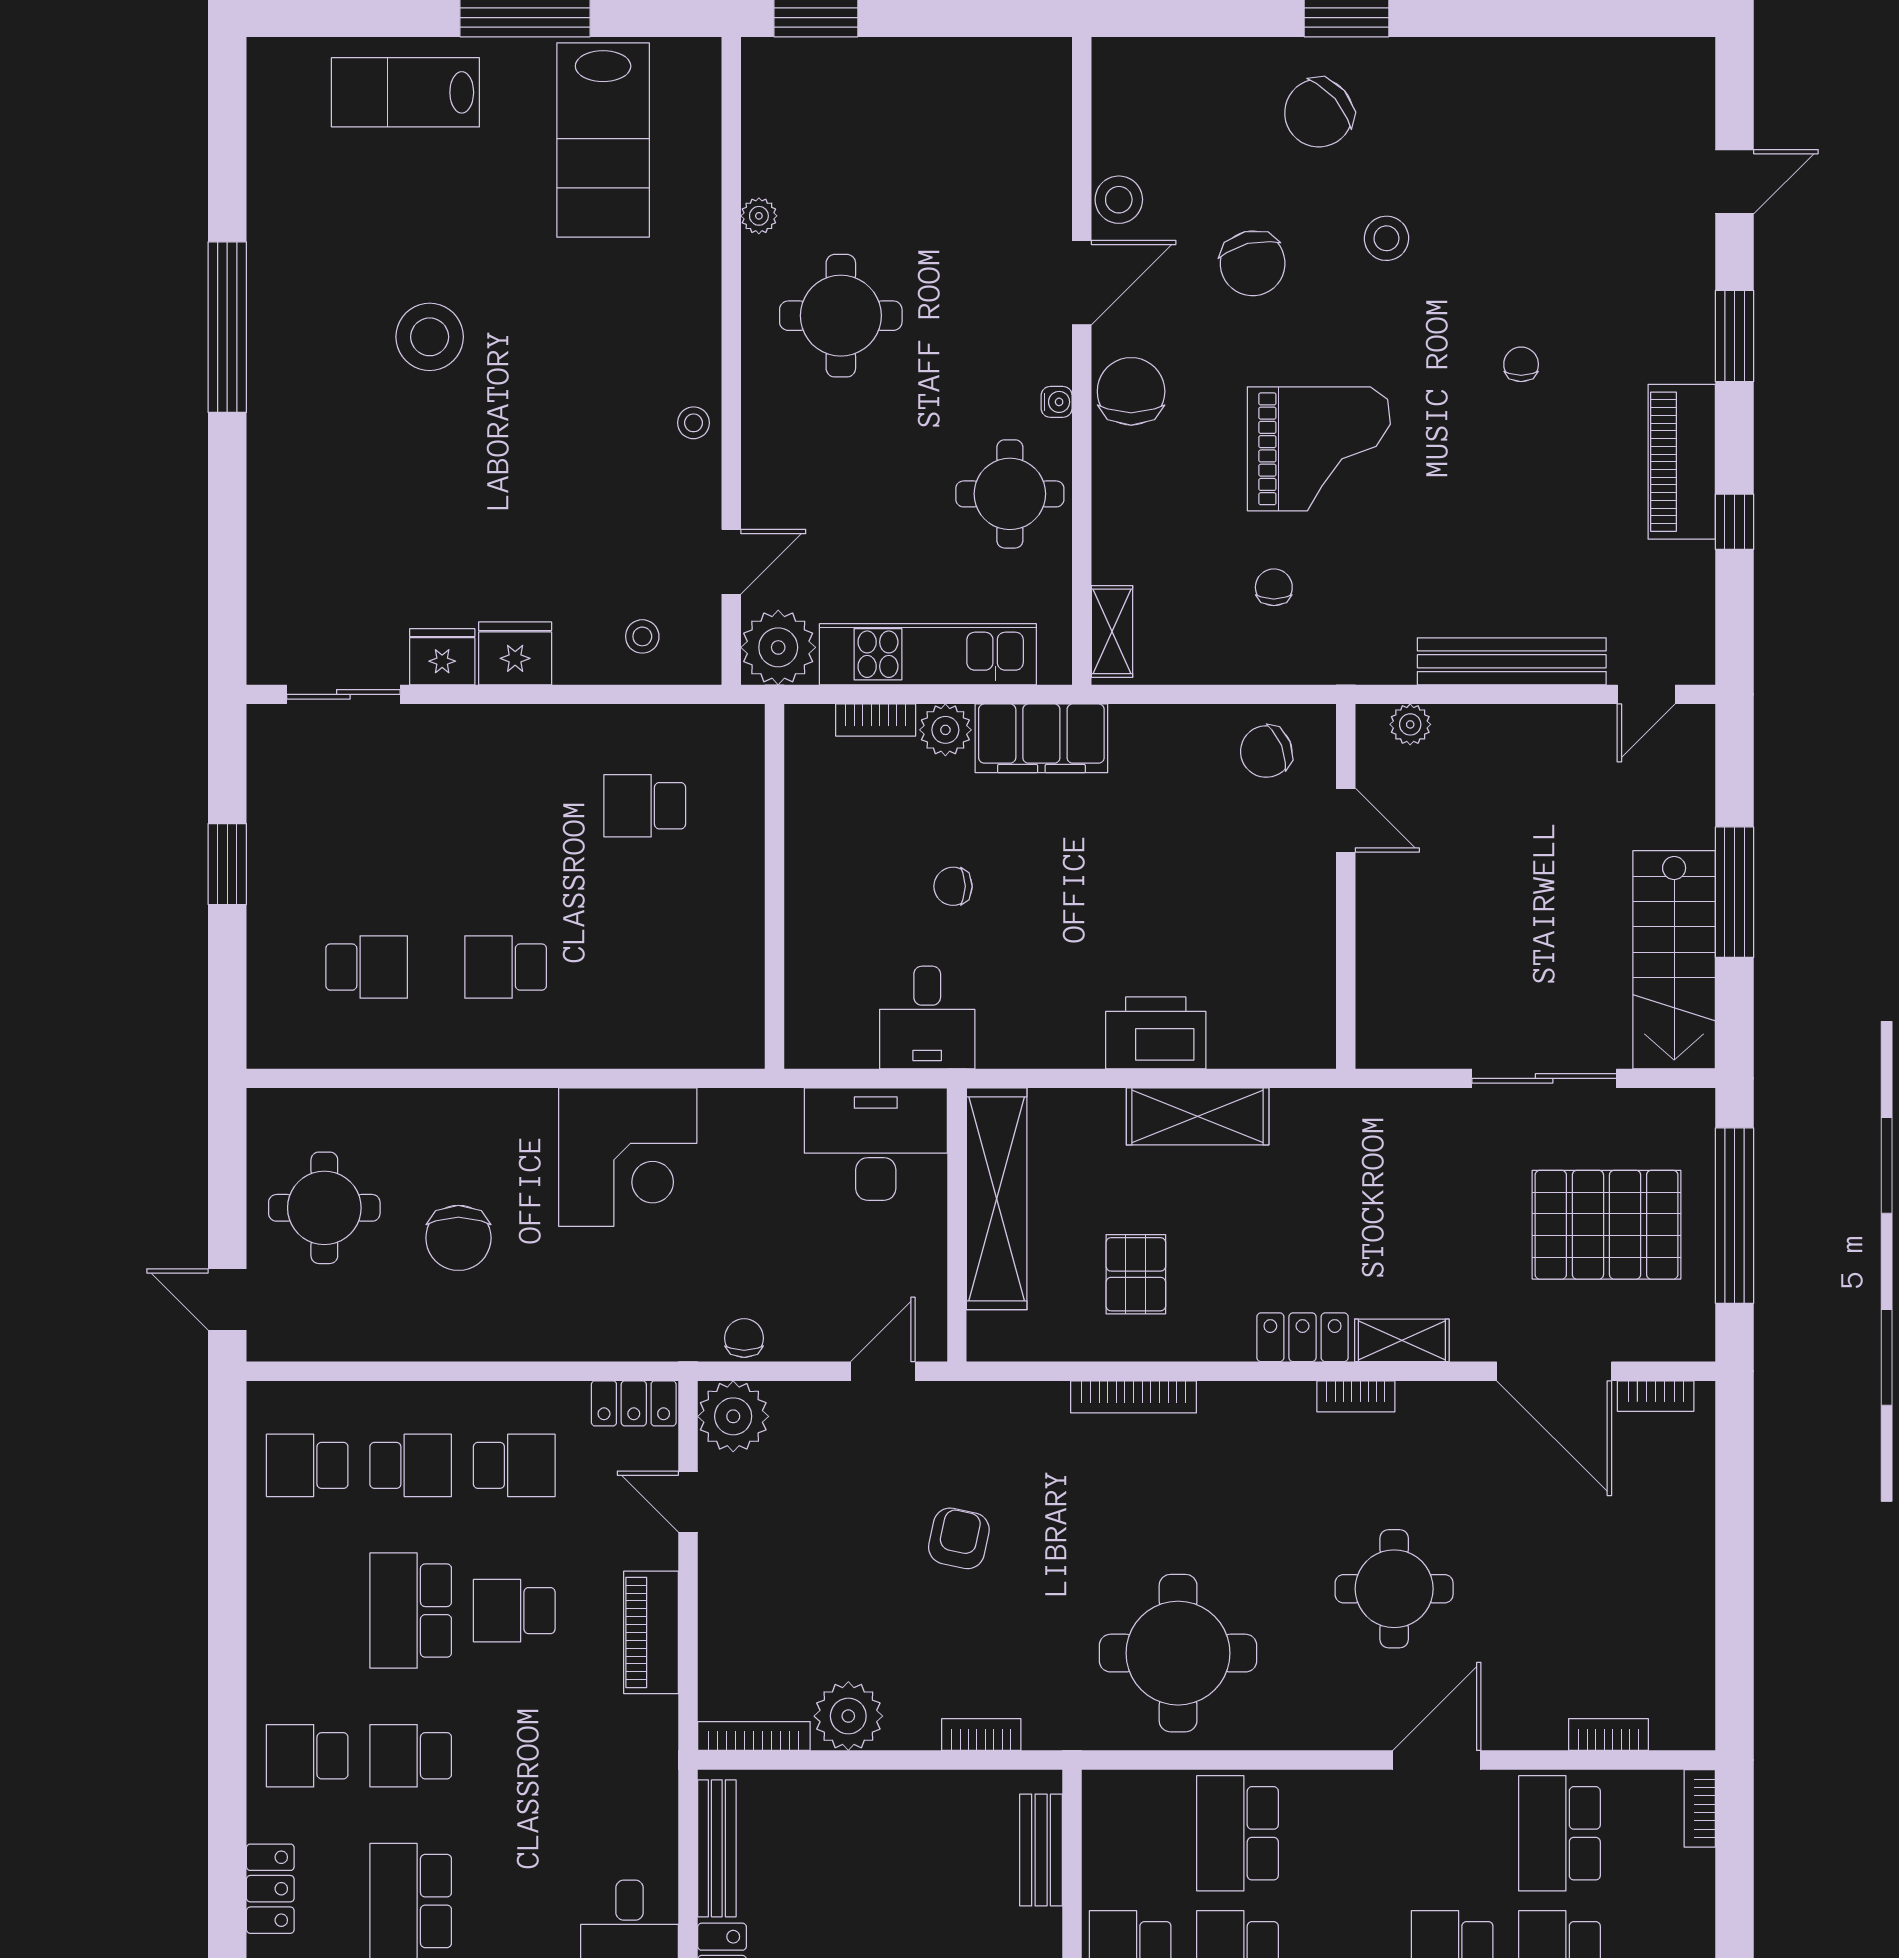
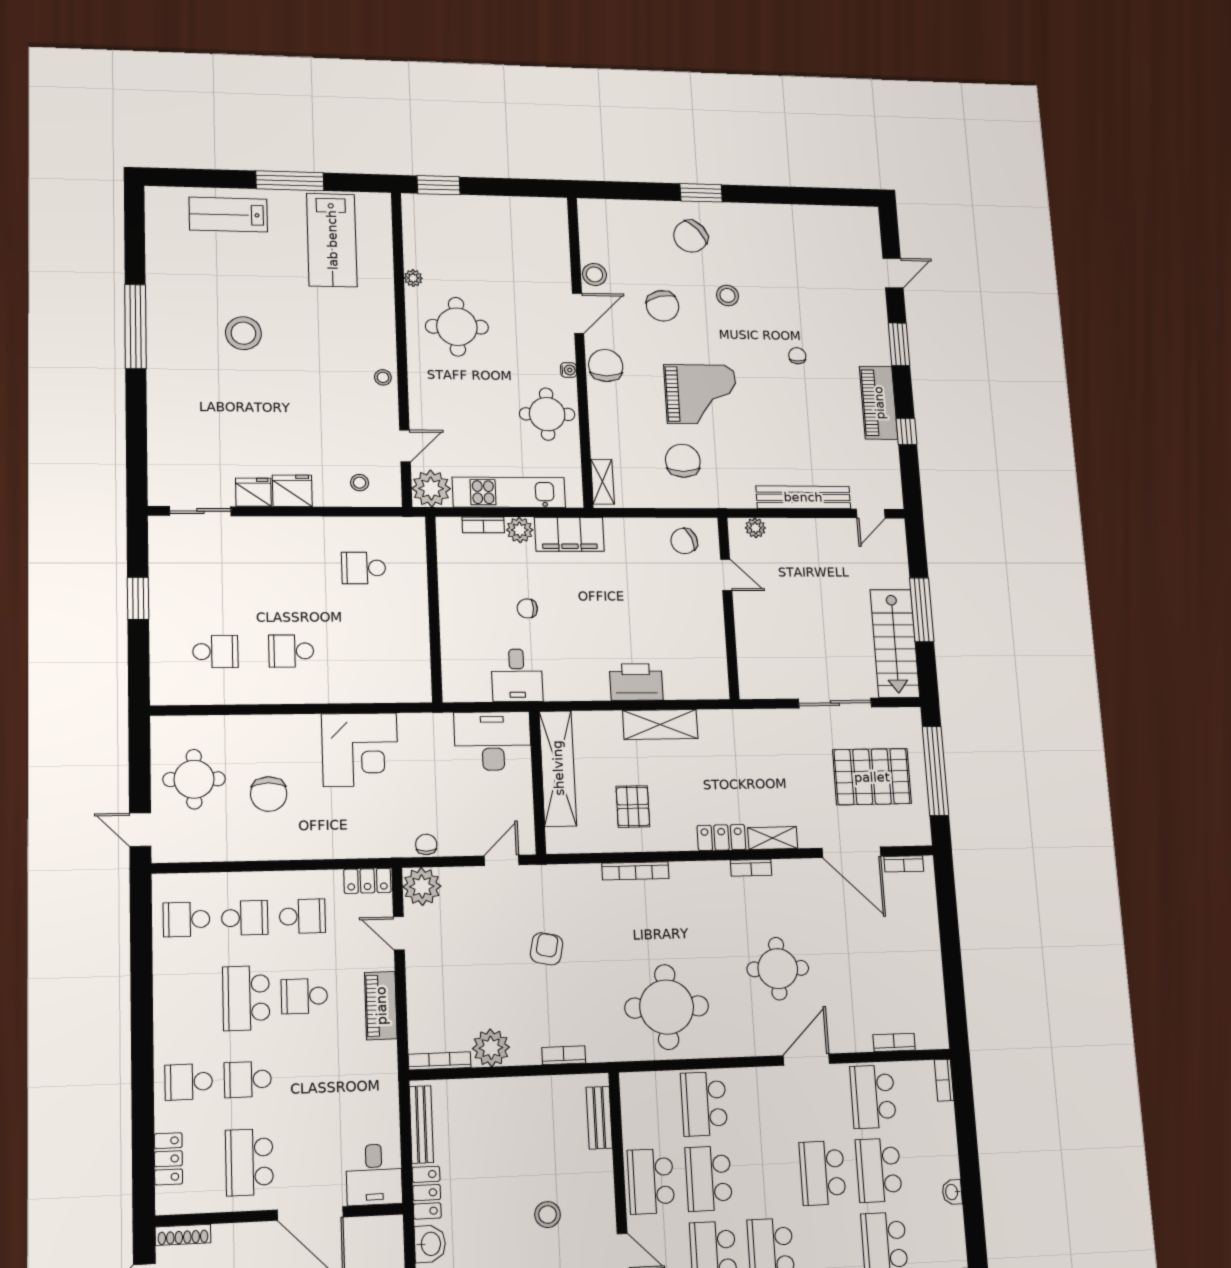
chair: (1274, 587) -> (683, 461), width x1.87, depth x1.87

